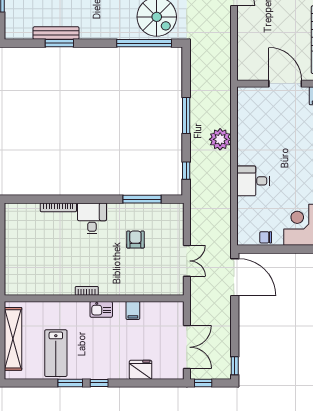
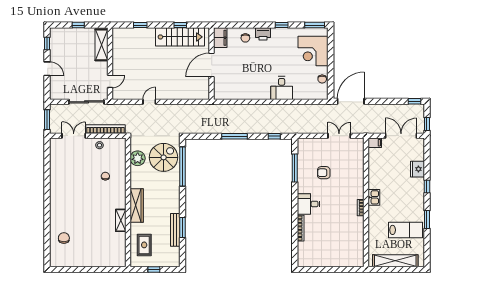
plant: (220, 139) -> (252, 112), removed
filing cabinet: (133, 310) -> (375, 143), moved
window: (99, 383) -> (427, 187), moved

